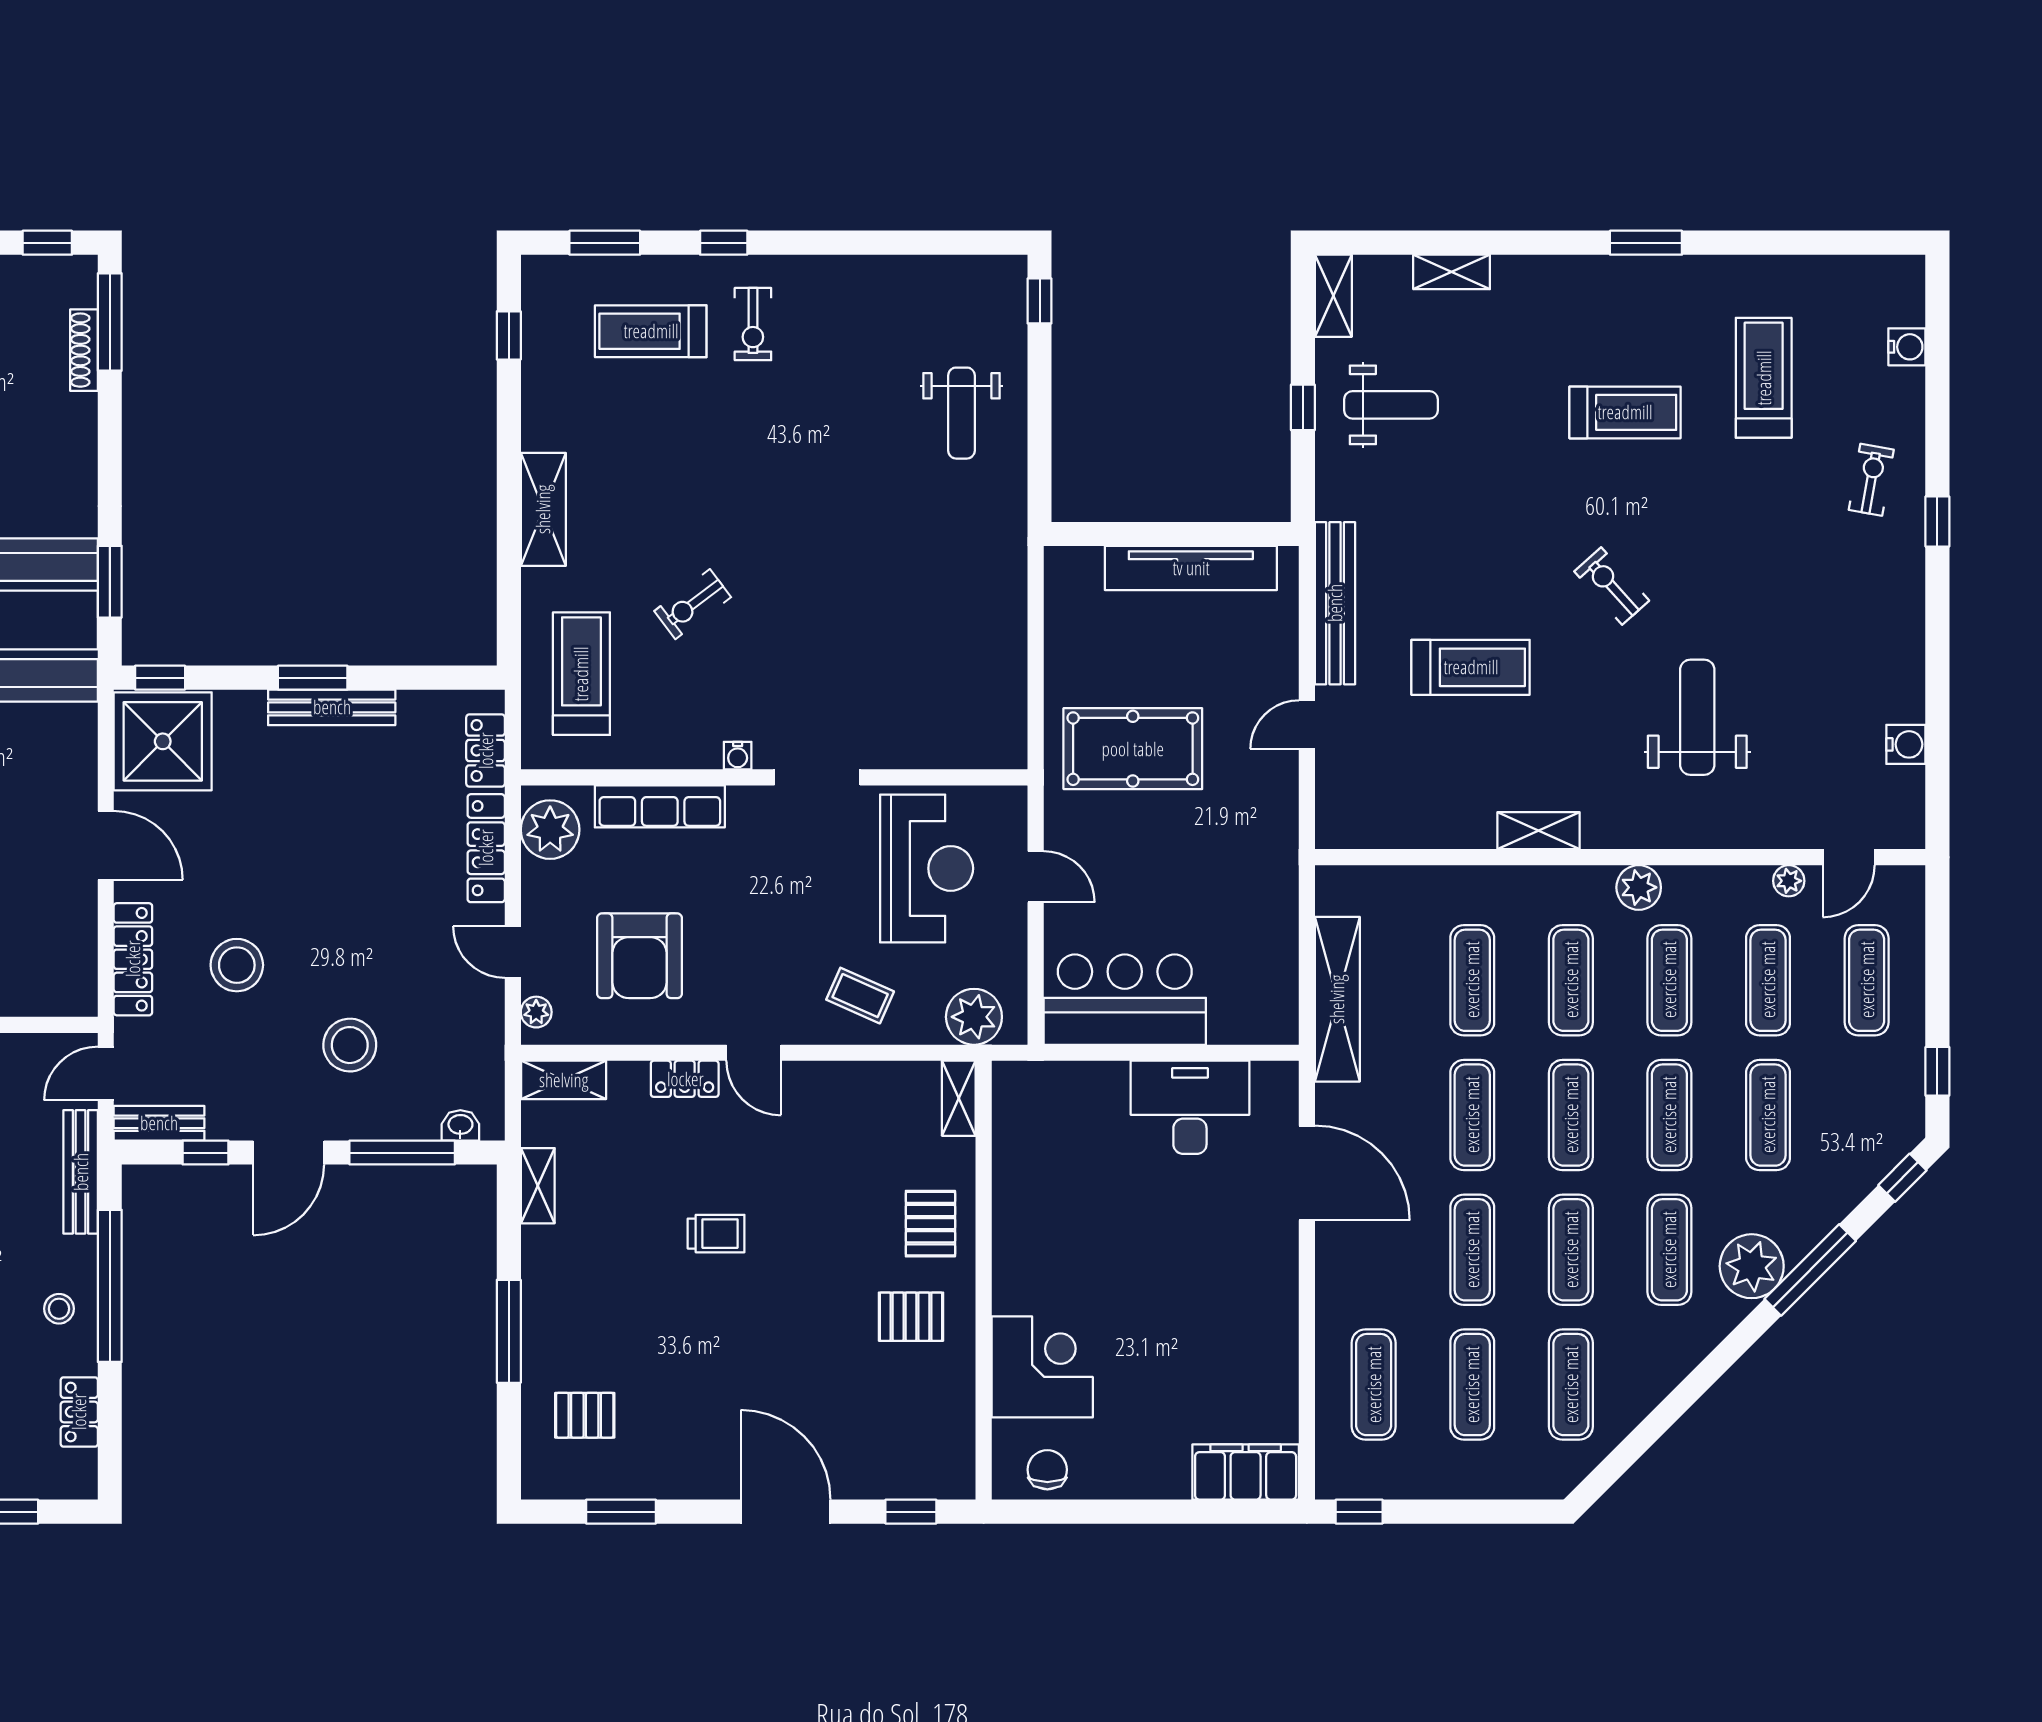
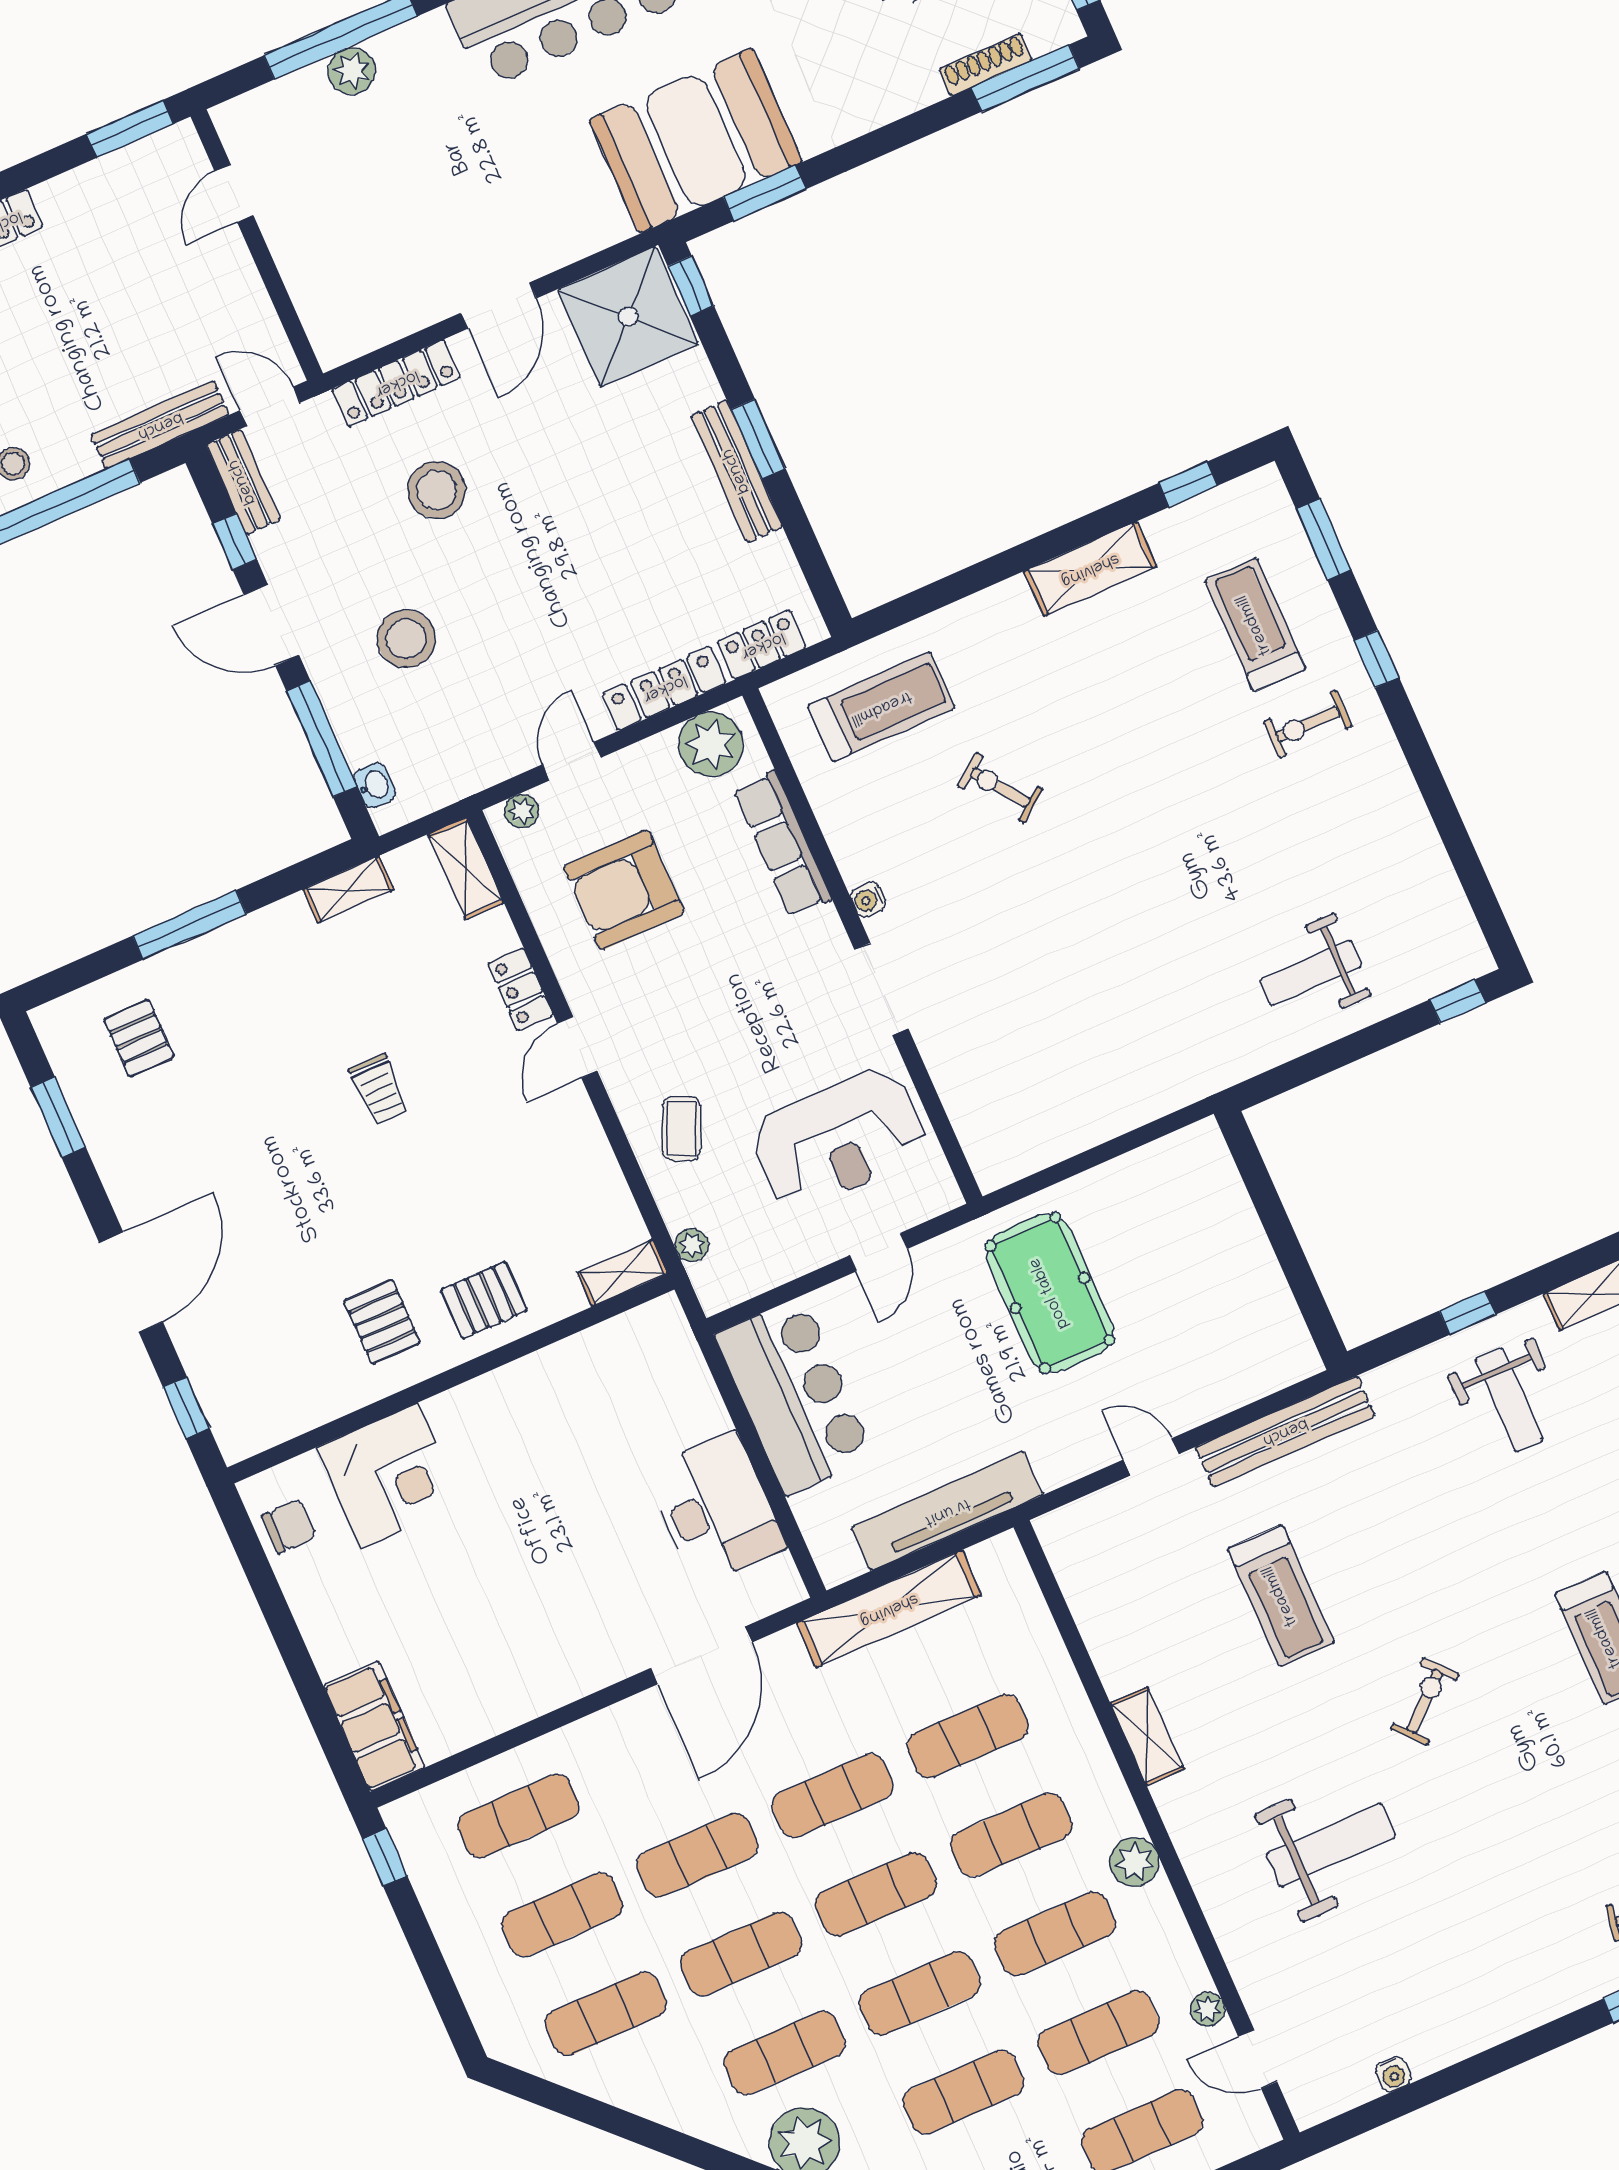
shelving: (543, 509) -> (1090, 569), moved
tv unit: (1191, 568) -> (947, 1511), moved, turned 90
water cooler: (1906, 744) -> (1393, 2074), width x0.72, depth x0.72
plant: (974, 1017) -> (692, 1245), width x0.53, depth x0.53

